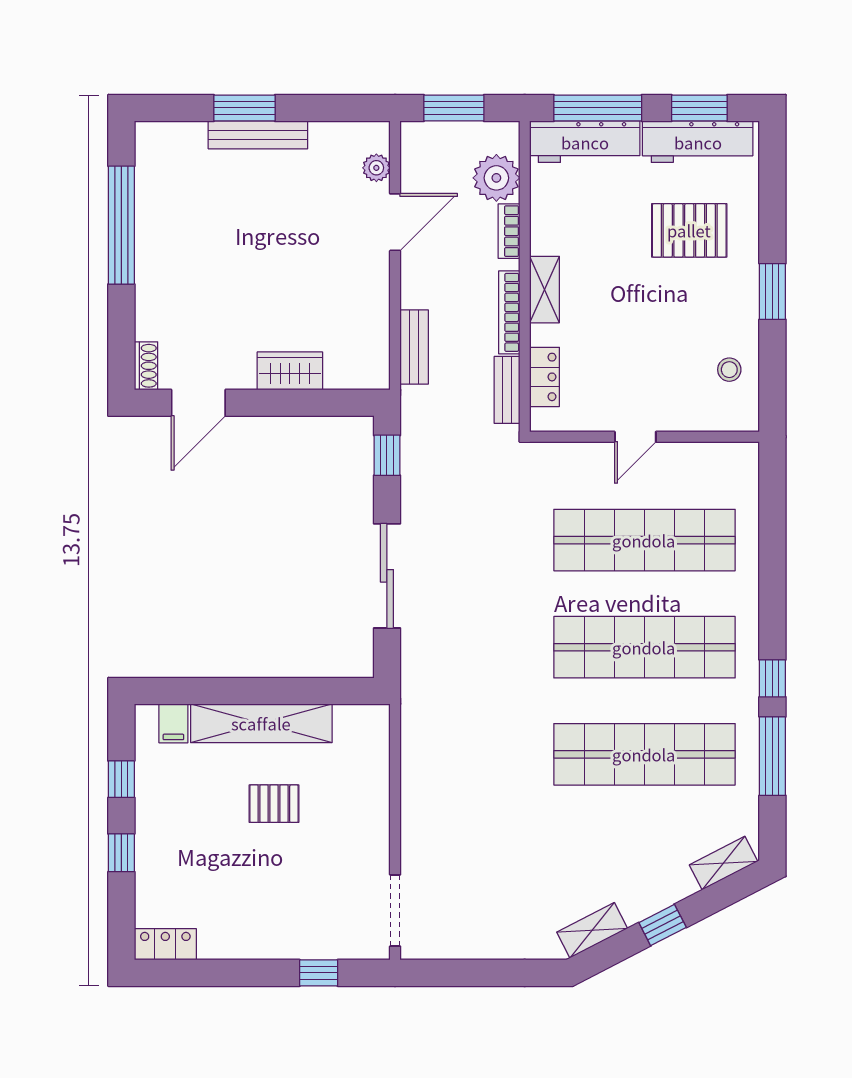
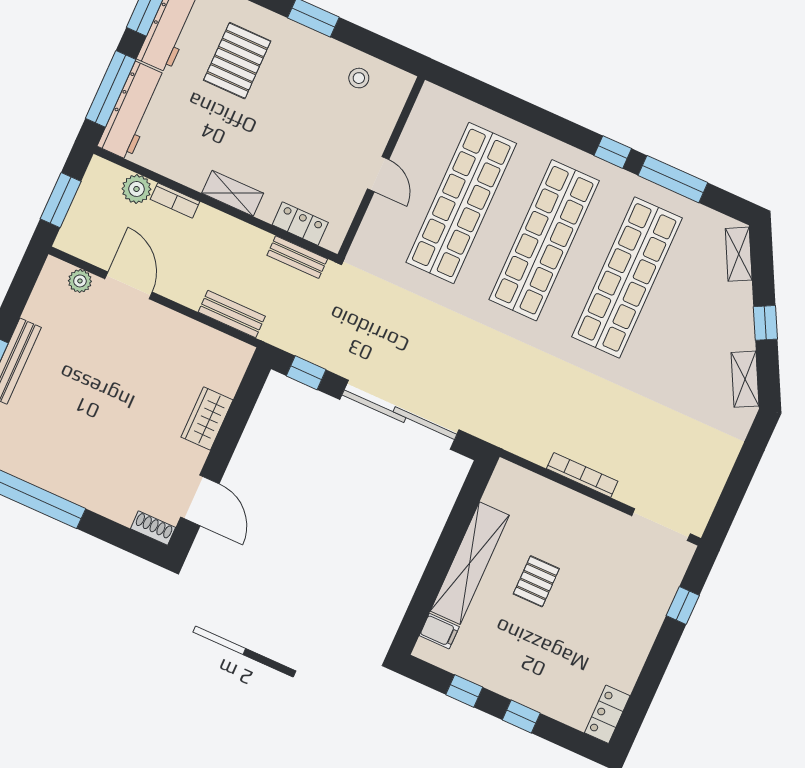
plant: (496, 178) -> (137, 189), width x0.73, depth x0.73
bookcase: (509, 312) -> (582, 475), moved, turned 180
sliding door: (387, 576) -> (399, 415), width x1.36

